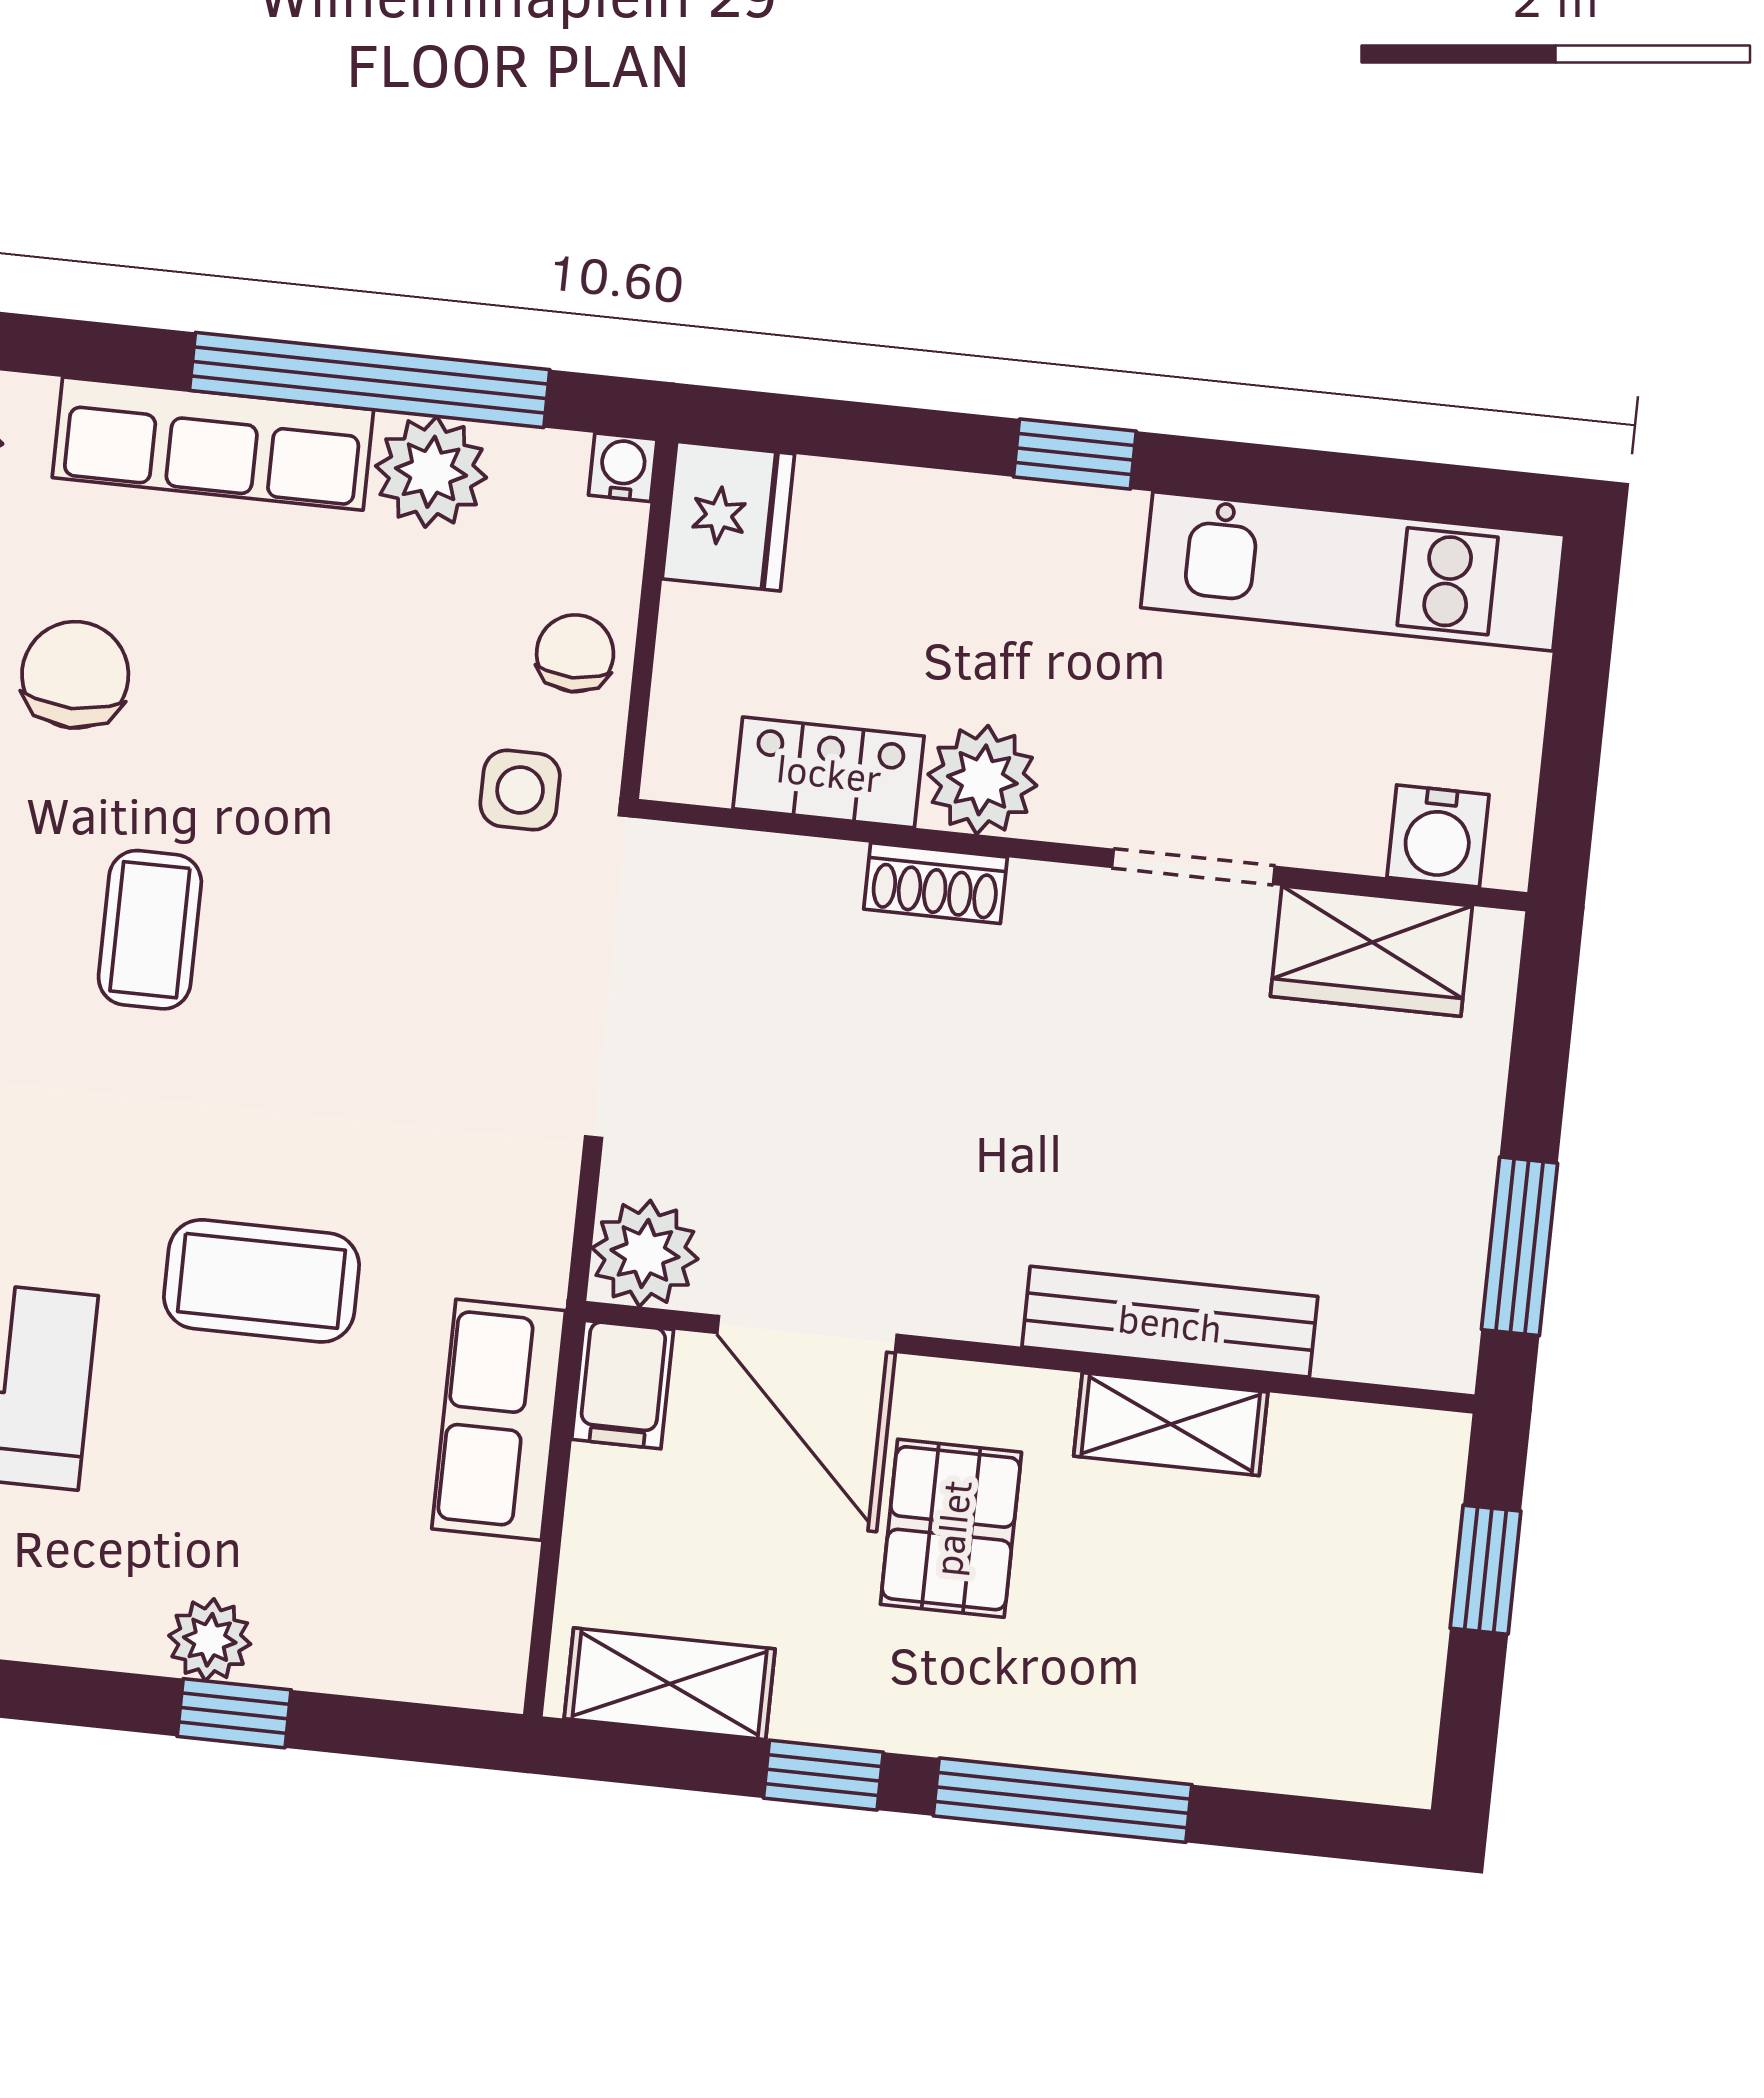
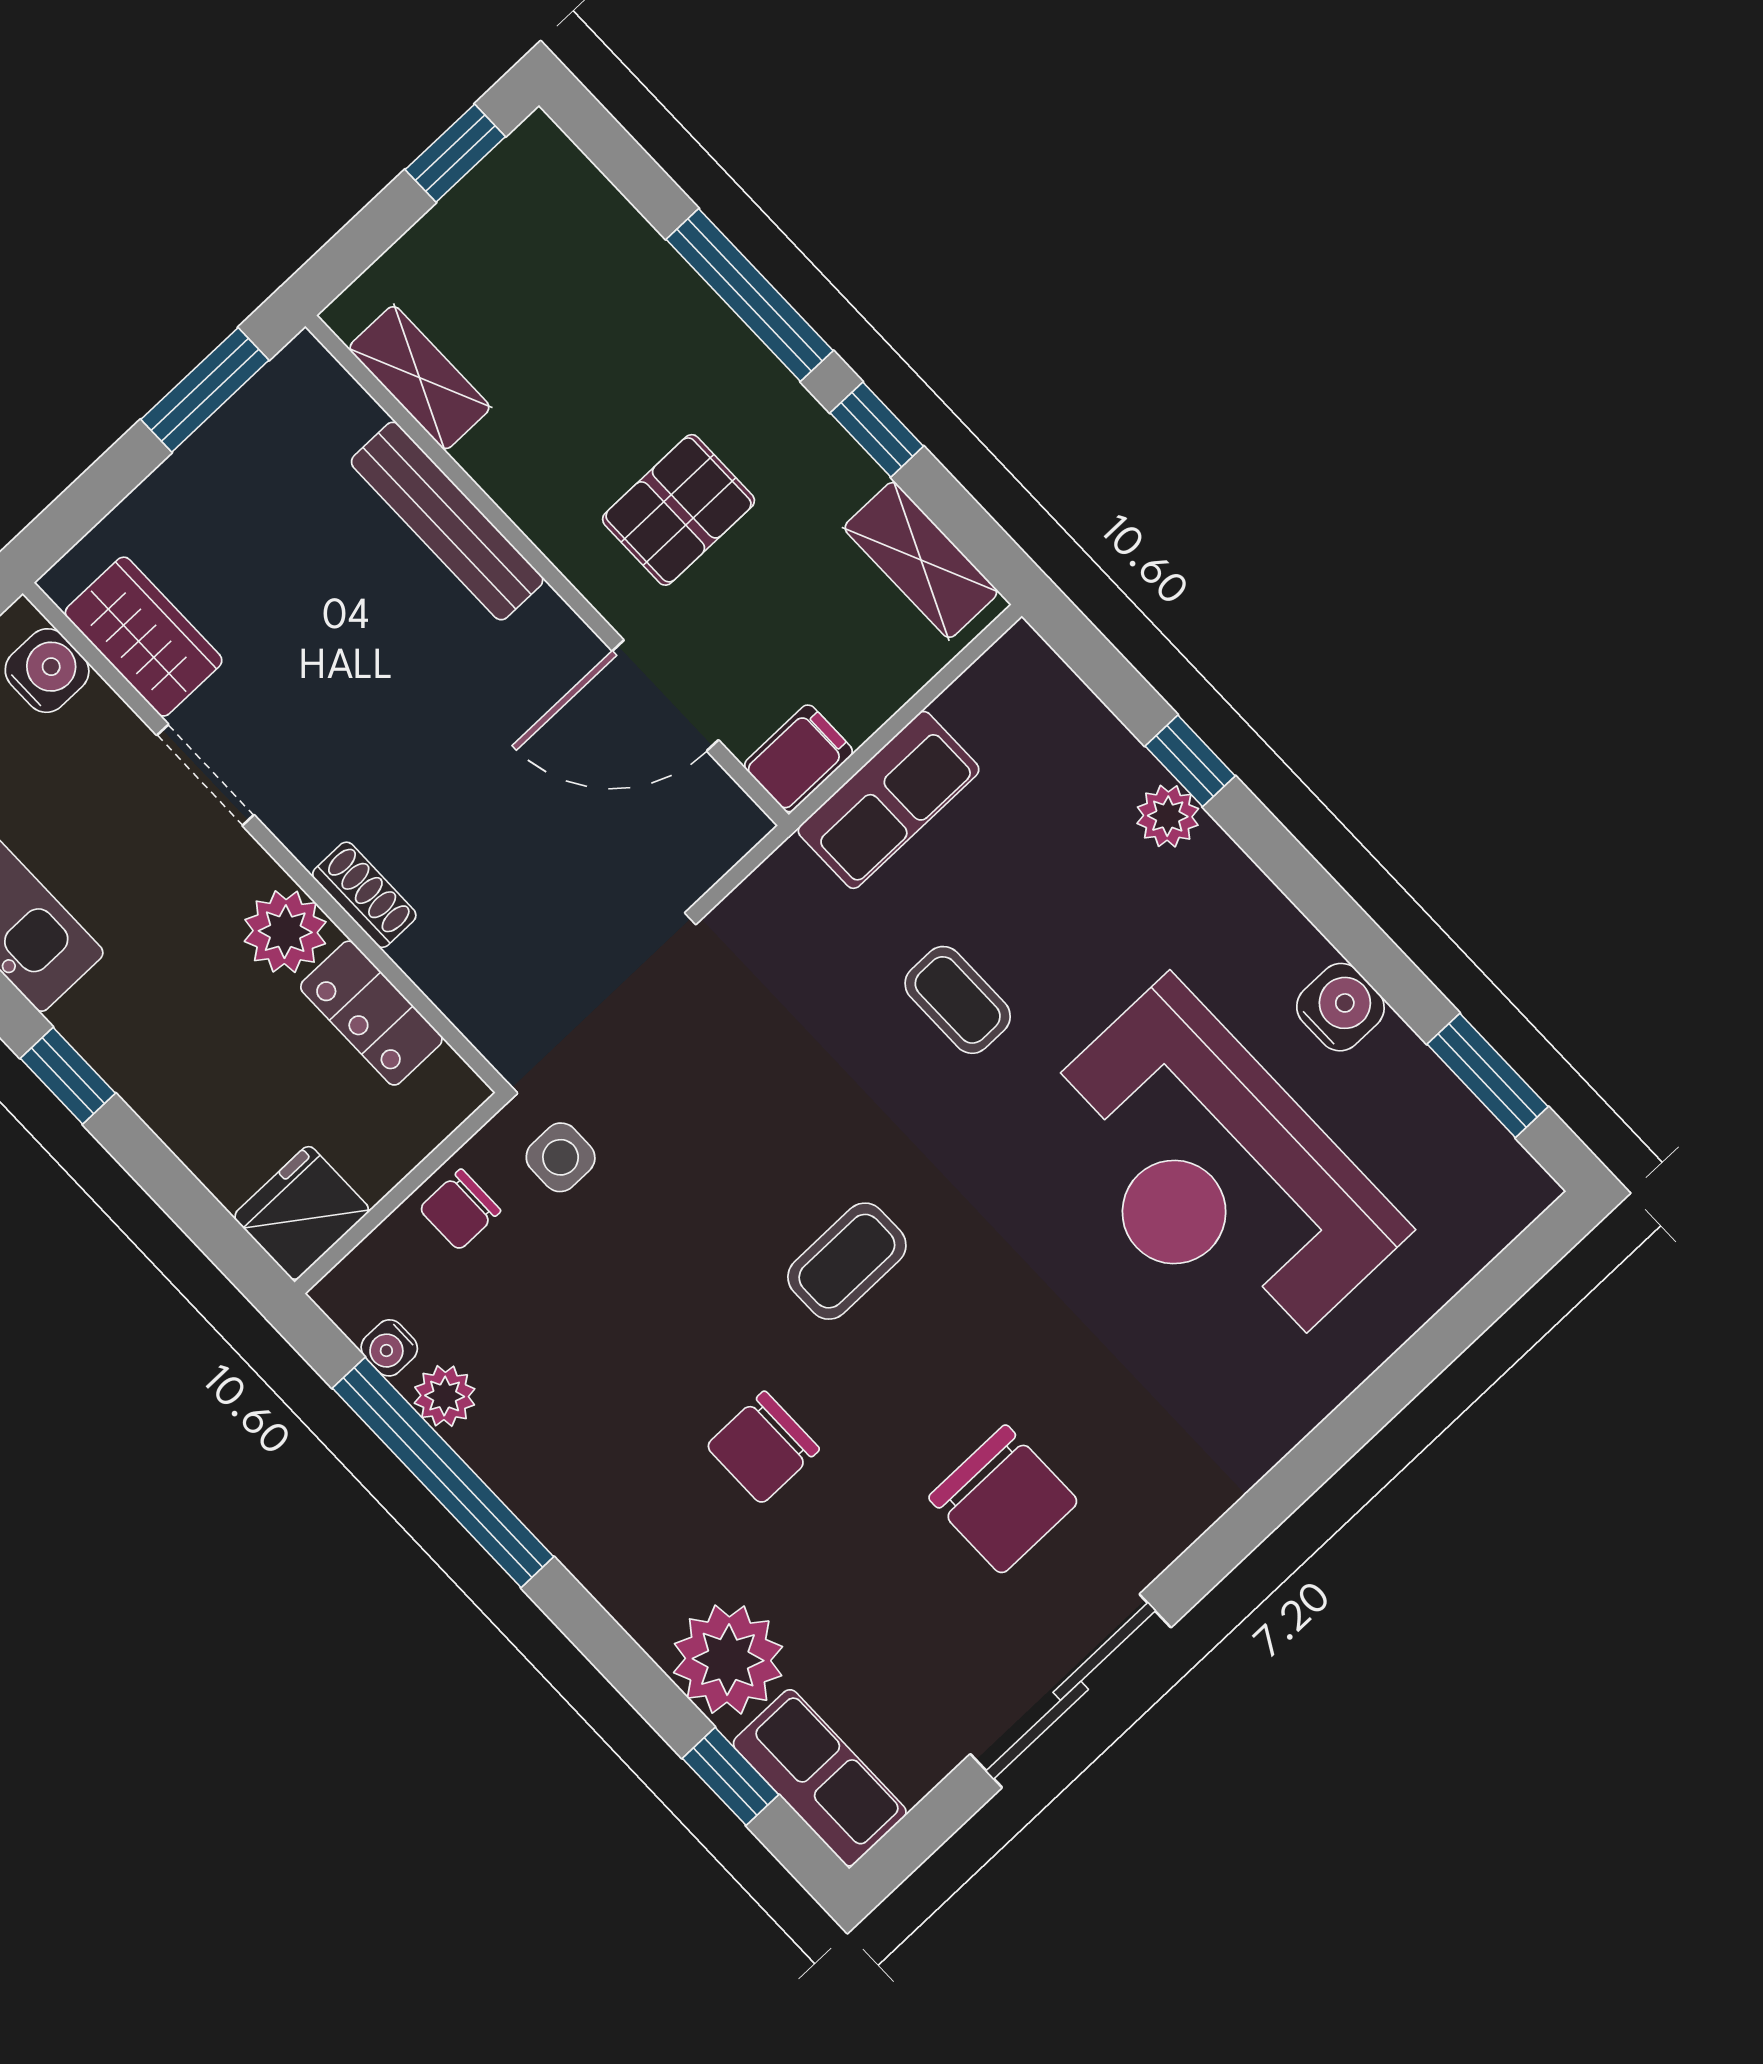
row of seats: (213, 444) -> (567, 1514), removed
water cooler: (623, 467) -> (389, 1348), moved
plant: (431, 472) -> (445, 1396), width x0.73, depth x0.73
plant: (645, 1253) -> (720, 824), removed
coffee table: (262, 1281) -> (958, 1000), width x0.73, depth x0.77
door: (807, 1334) -> (665, 696), swing flipped
shelving: (1171, 1424) -> (419, 378), moved
window: (1486, 1570) -> (455, 153), moved

